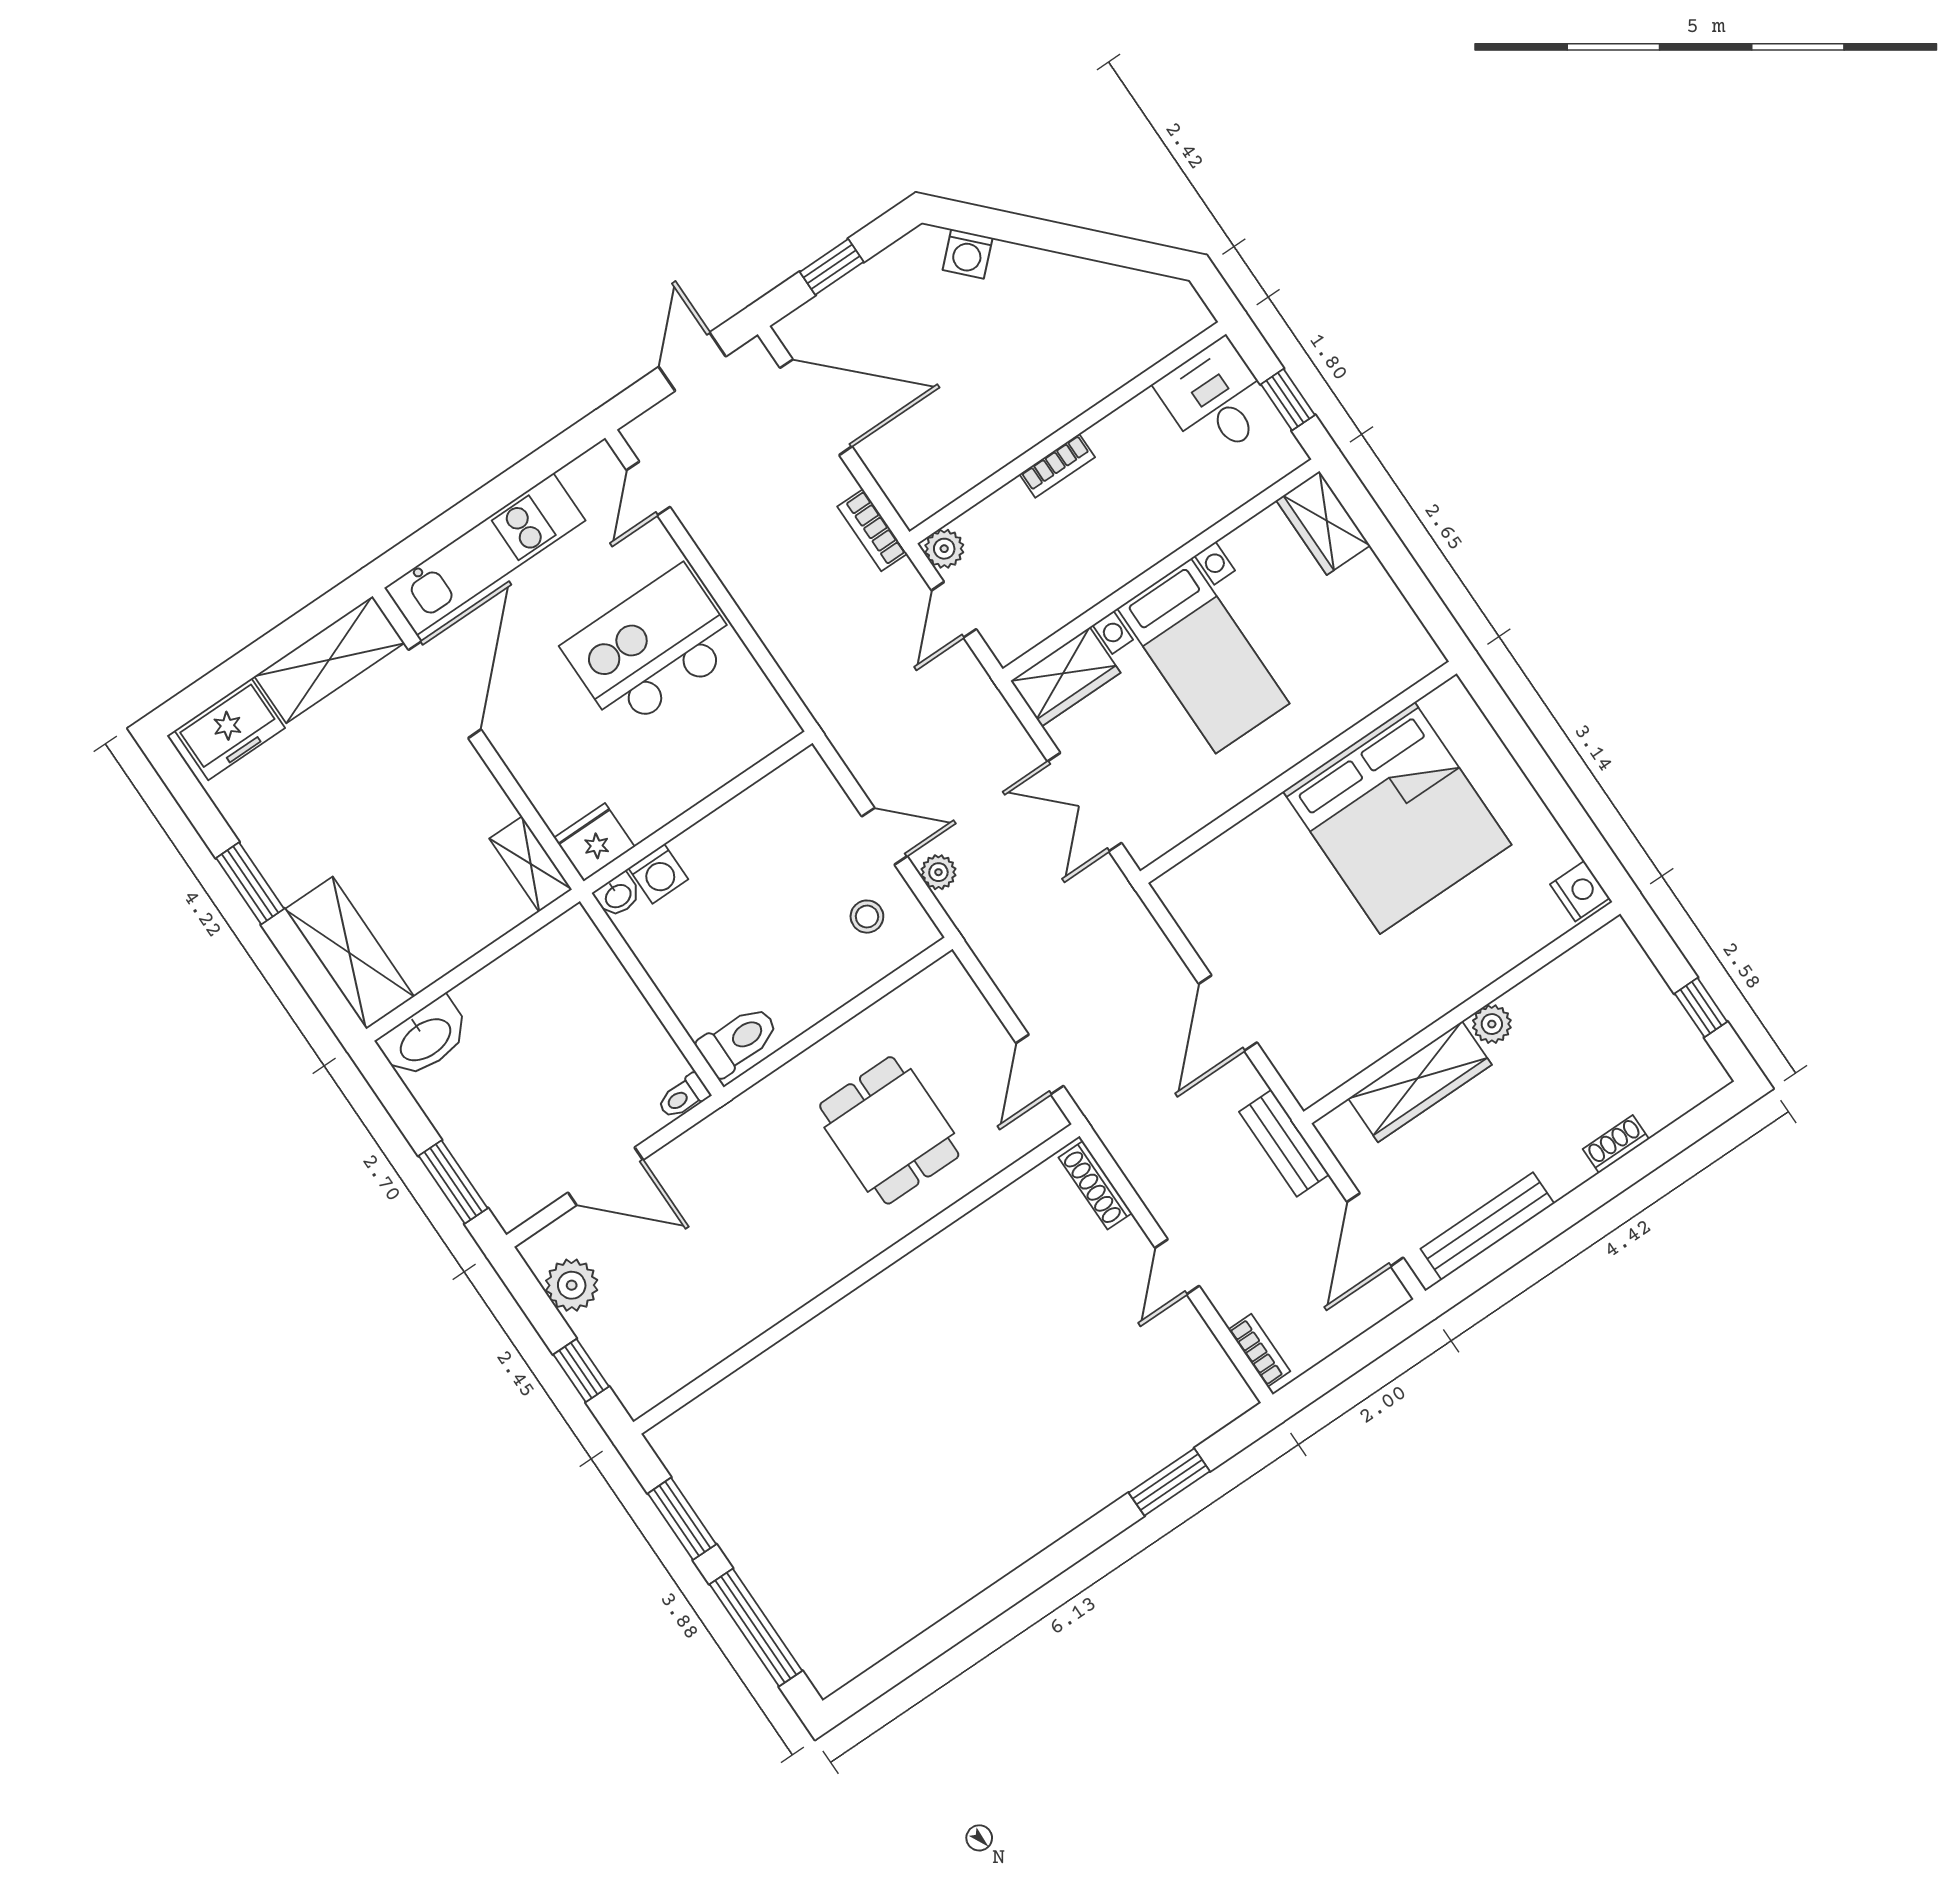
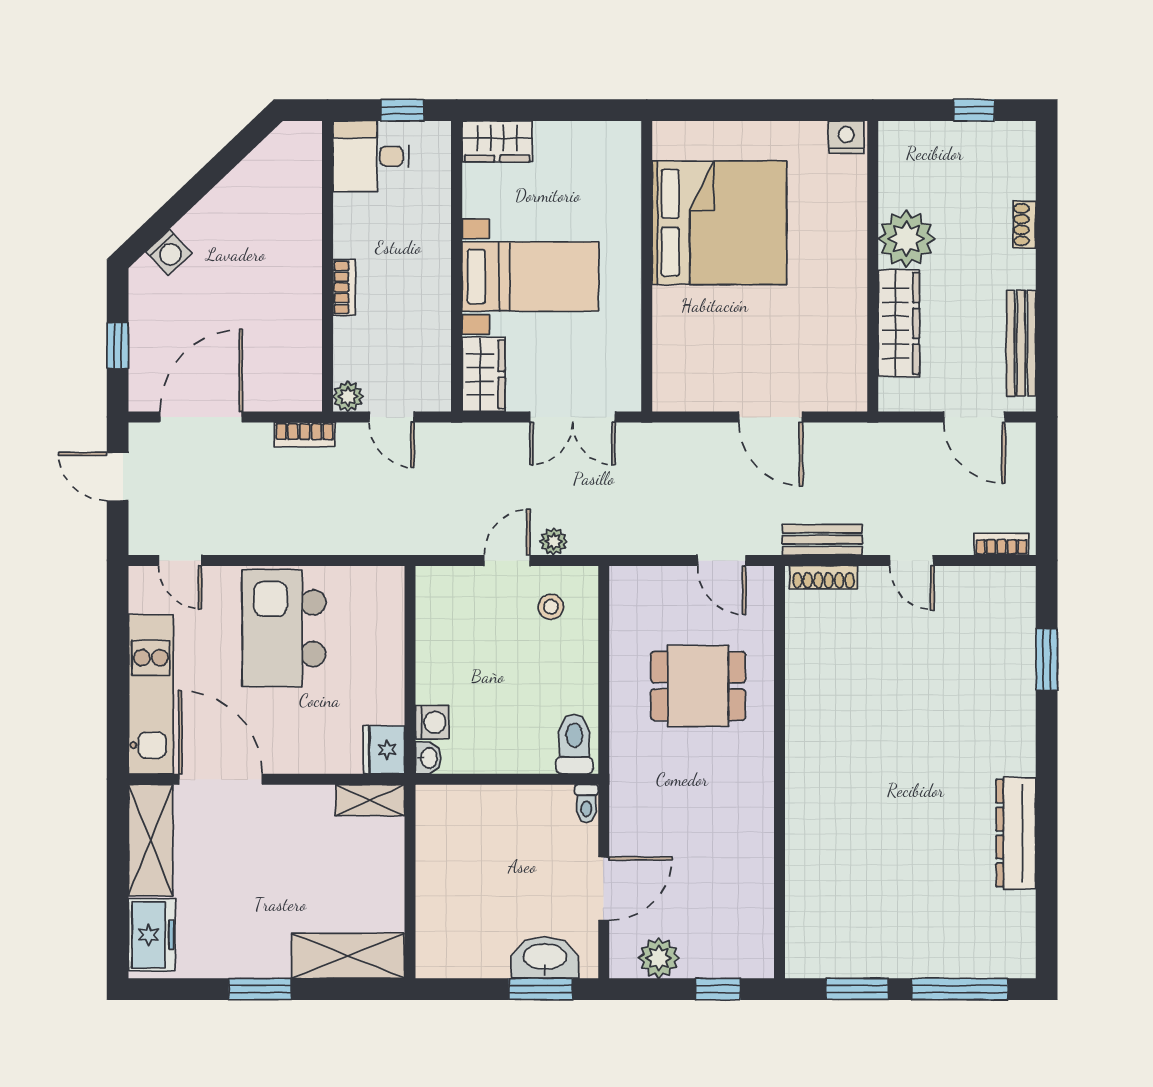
plant: (1492, 1024) -> (906, 239), width x1.87, depth x1.87
washbasin: (425, 1038) -> (545, 958), moved, turned -90
bench: (1284, 1143) -> (822, 540), moved
dresser: (963, 1575) -> (1016, 833), added

